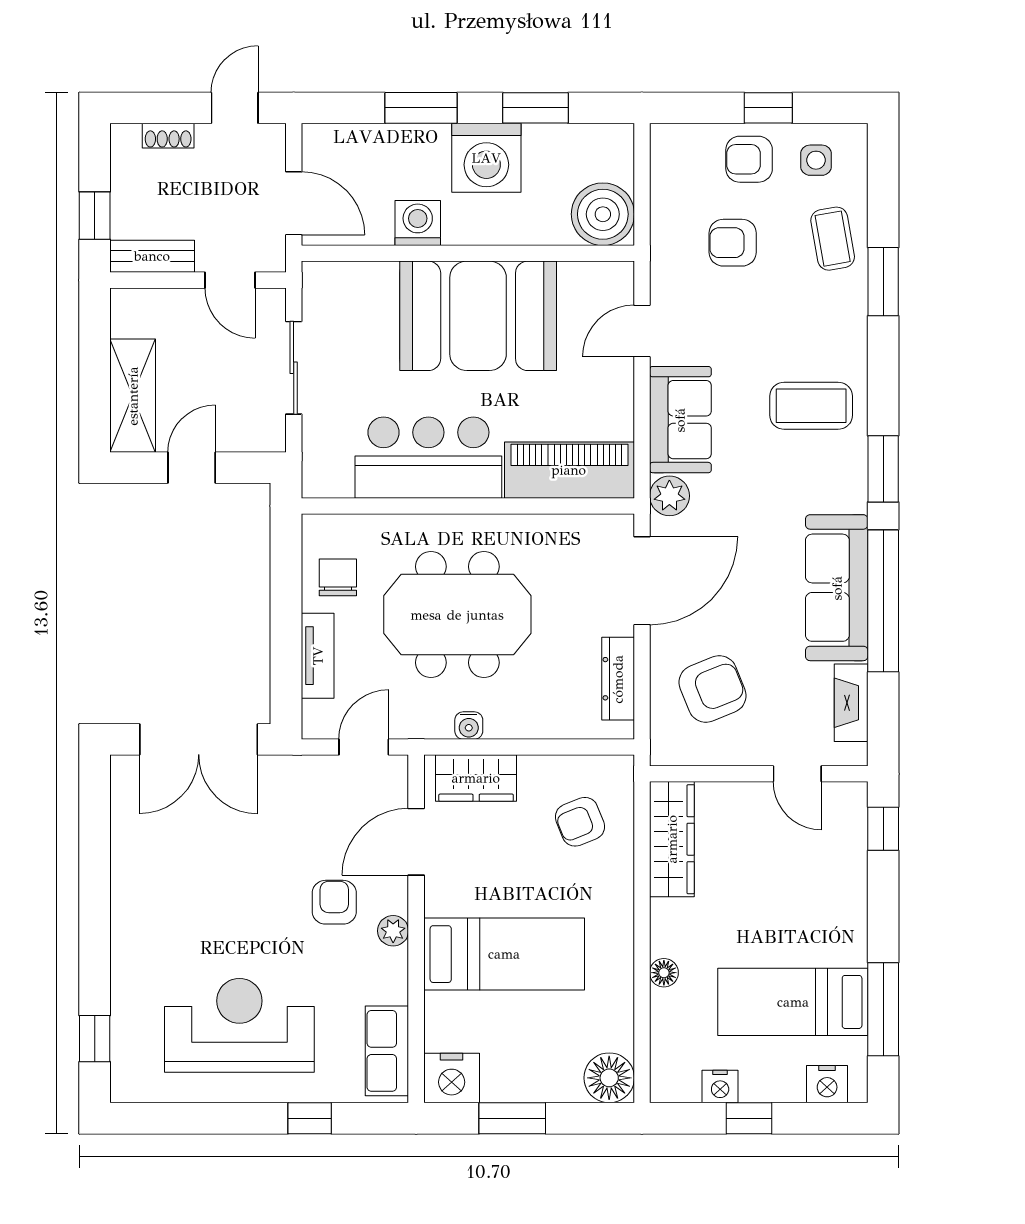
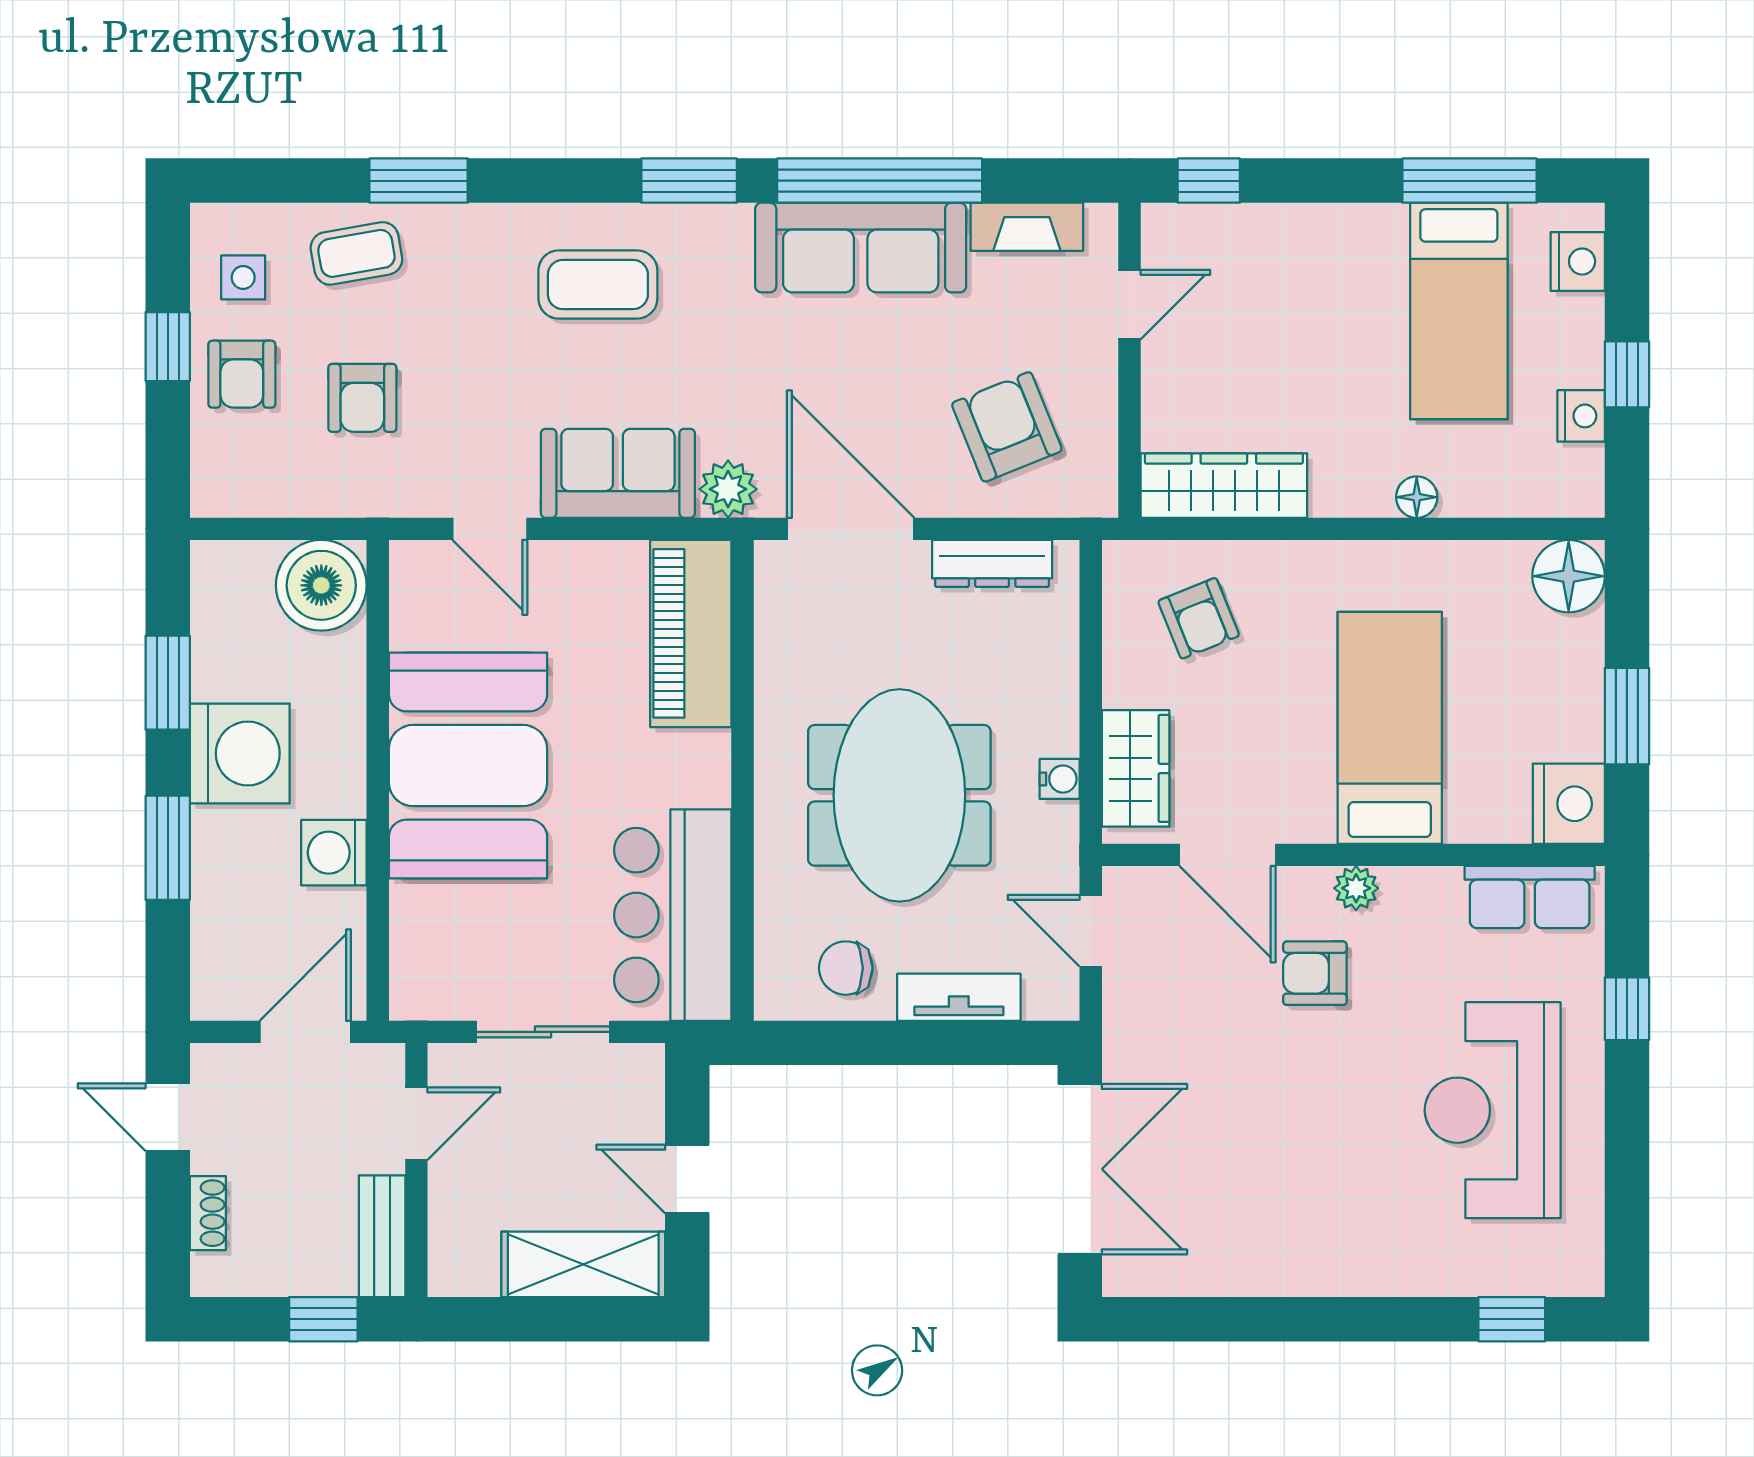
coffee table: (811, 406) -> (598, 285), turned 90
bar counter: (428, 458) -> (673, 915), moved

